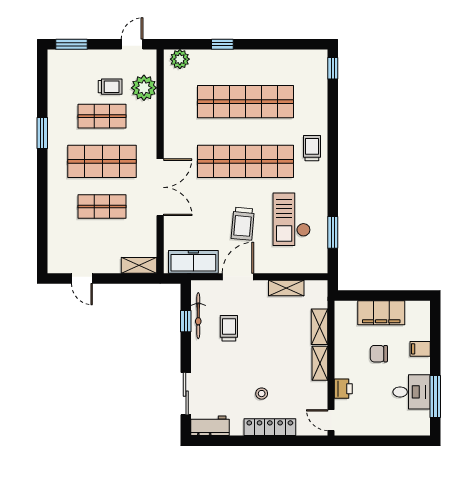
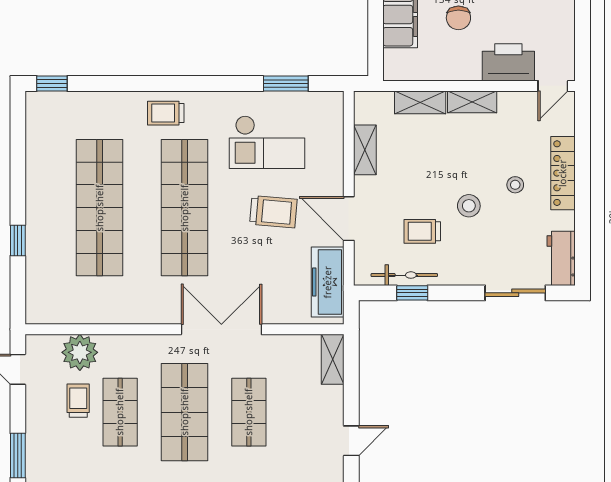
plant: (180, 59) -> (39, 301), removed
stool: (247, 361) -> (469, 206), added
printer: (343, 389) -> (508, 62), width x1.87, depth x1.48

